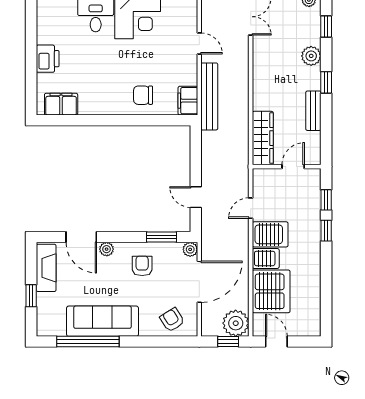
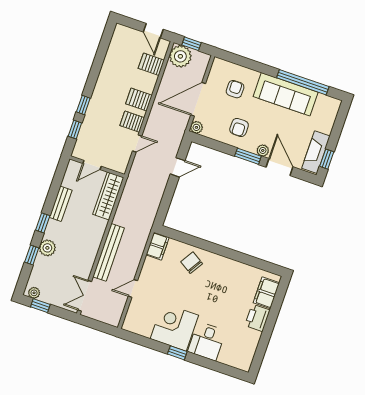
window: (326, 26) -> (32, 255), moved
door: (199, 43) -> (133, 288), hinge flipped
chair: (143, 95) -> (192, 263), turned -148
bench: (209, 96) -> (109, 252), moved
filing cabinet: (61, 104) -> (266, 293), moved, turned 90
door: (196, 197) -> (178, 167), hinge flipped
server rack: (270, 234) -> (132, 122), width x0.73, depth x0.70
window: (162, 237) -> (248, 156), moved
server rack: (271, 291) -> (151, 64), width x0.46, depth x0.70
window: (31, 296) -> (327, 159), moved
armchair: (172, 320) -> (235, 89), moved, turned -148

